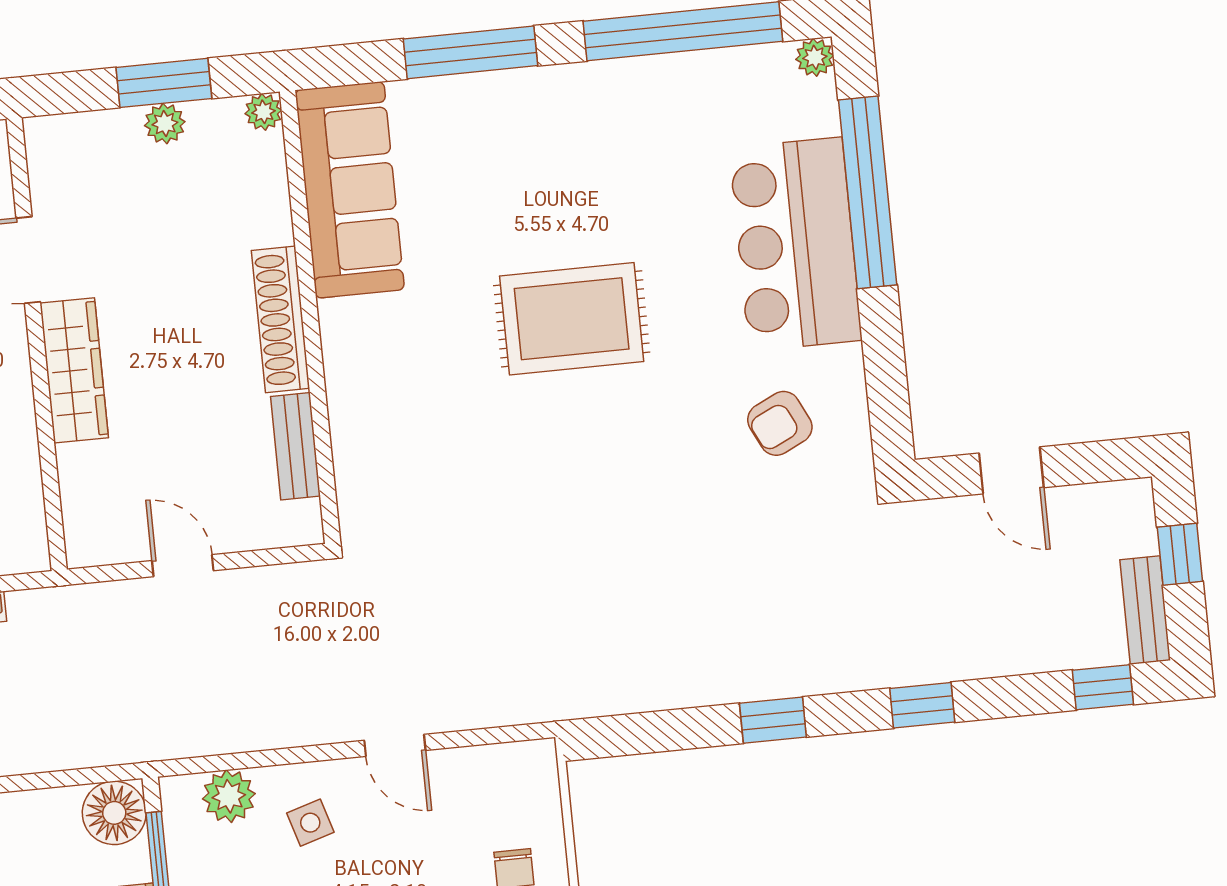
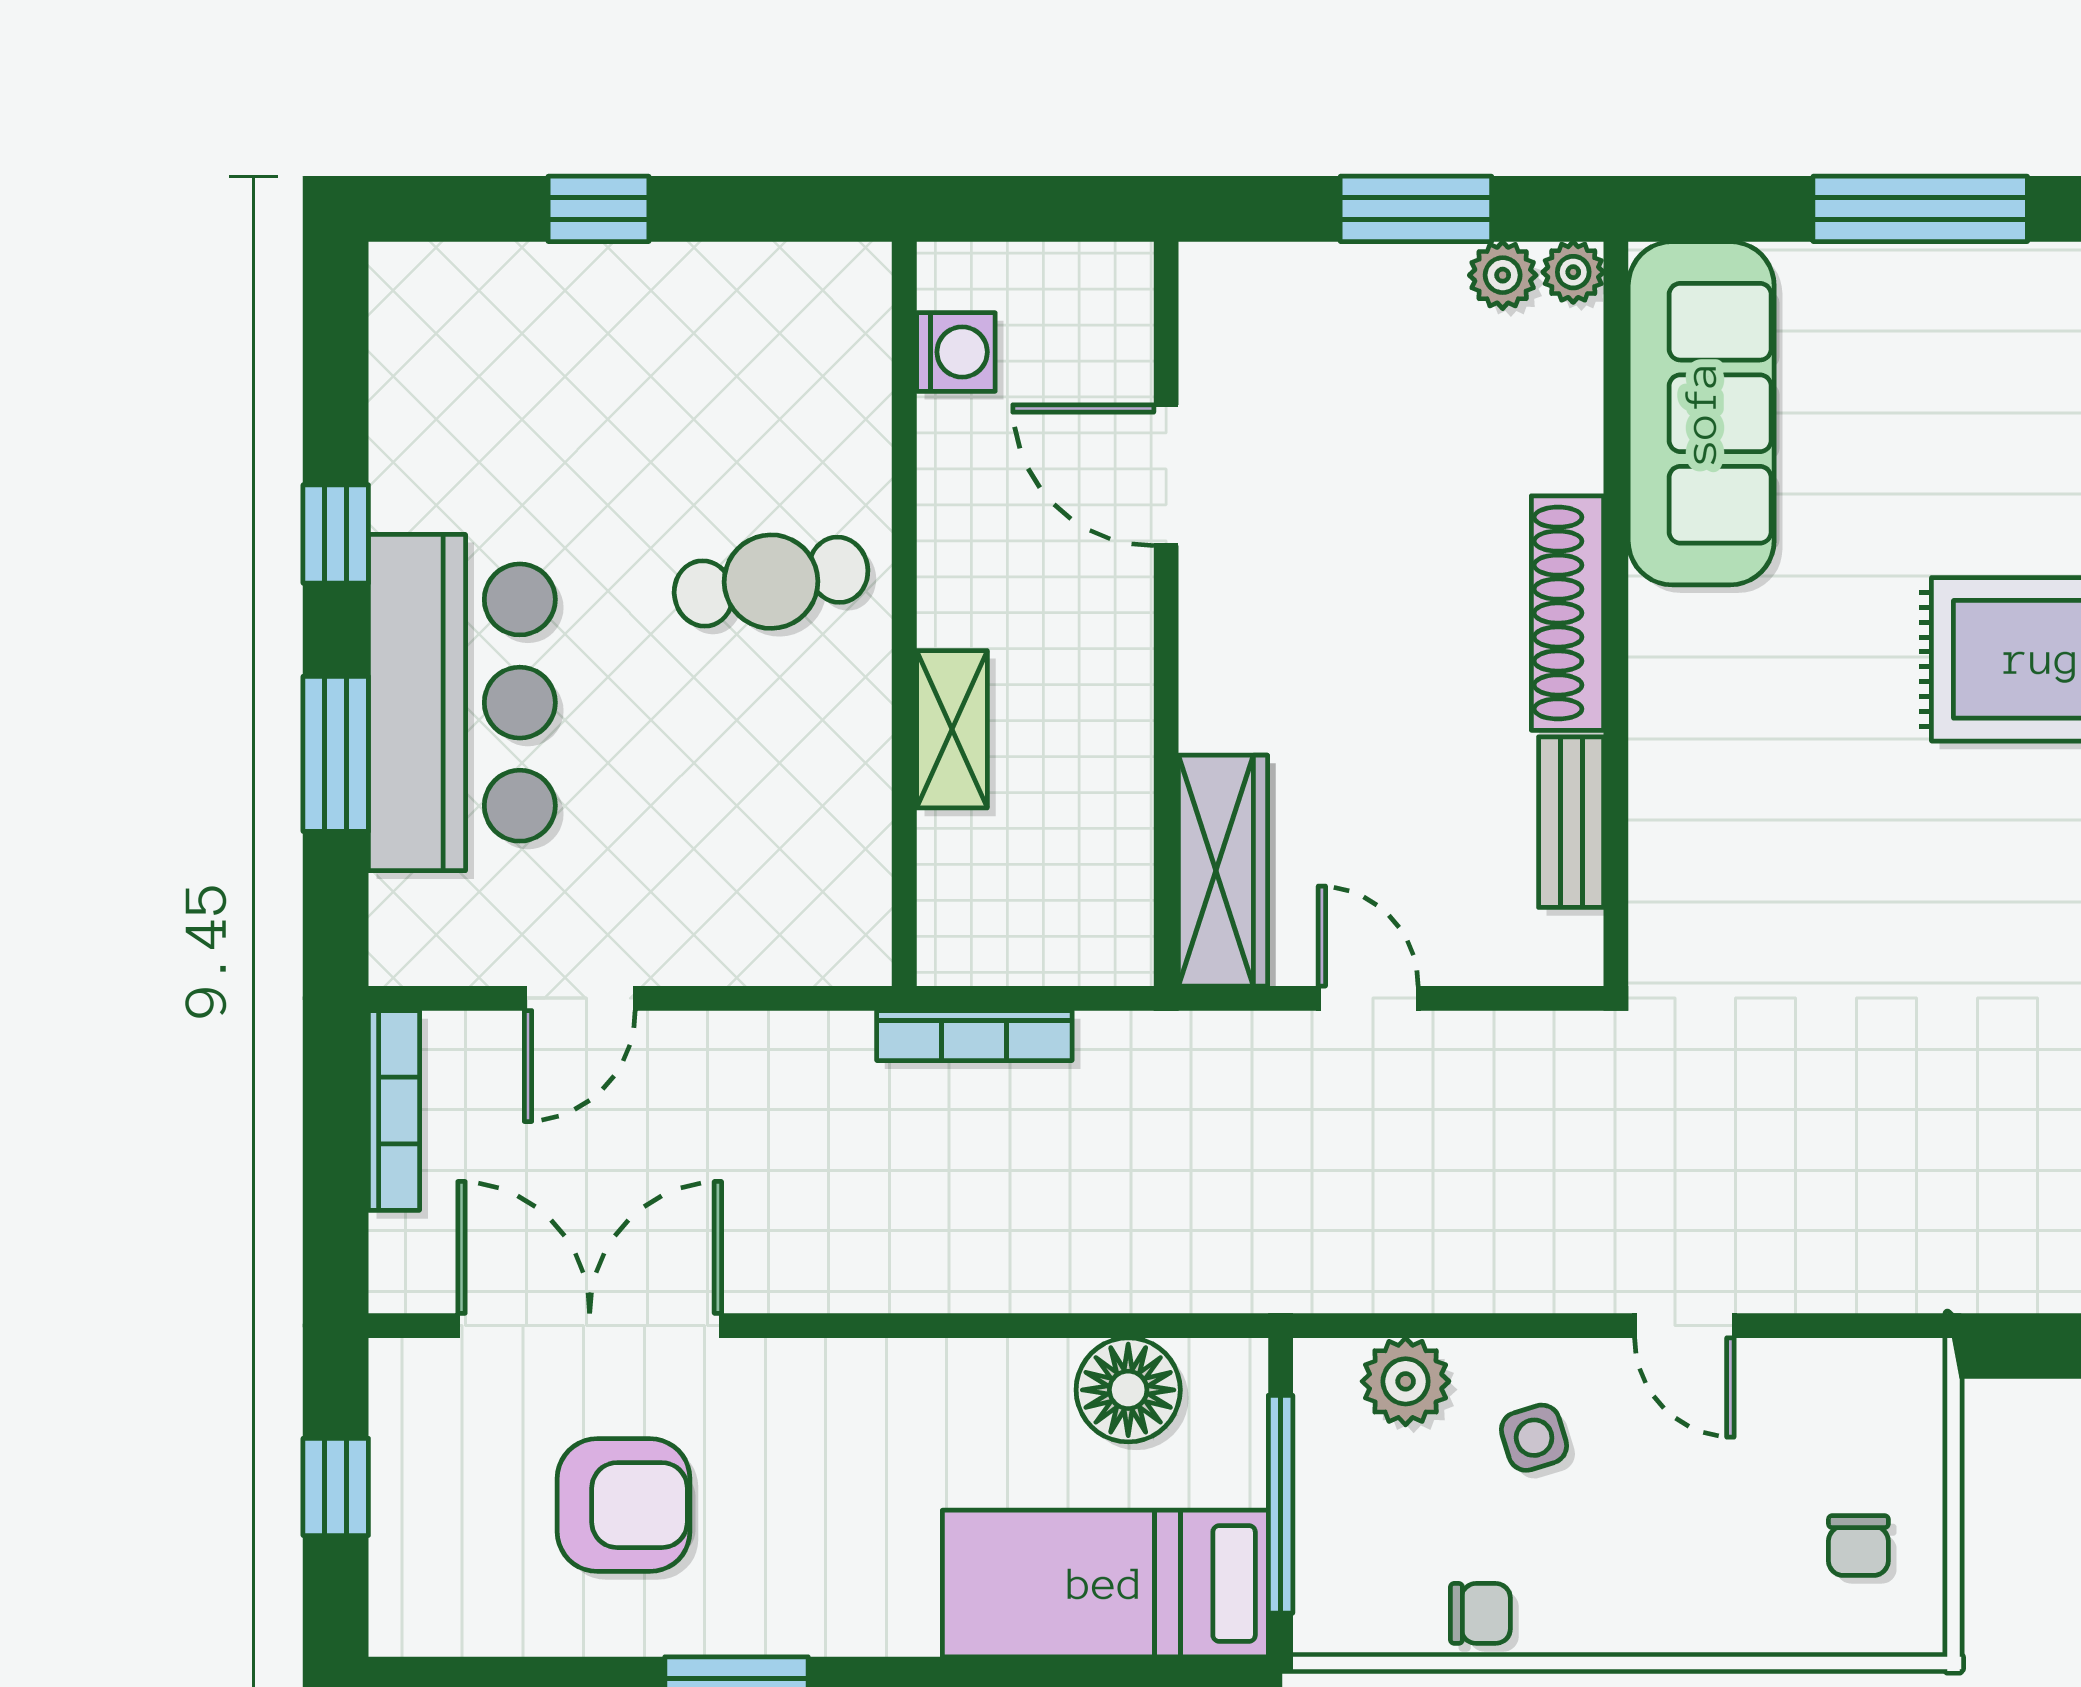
plant: (165, 124) -> (1503, 275), moved
wardrobe: (74, 370) -> (1223, 871), moved
floor lamp: (114, 813) -> (1128, 1390), moved

